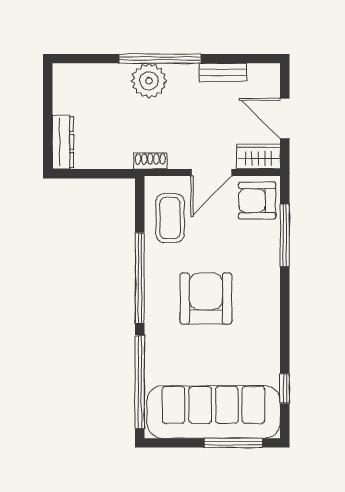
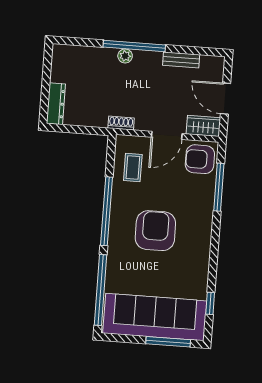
plant: (149, 81) -> (125, 56), width x0.53, depth x0.53
coffee table: (170, 218) -> (133, 168), width x0.73, depth x0.77

